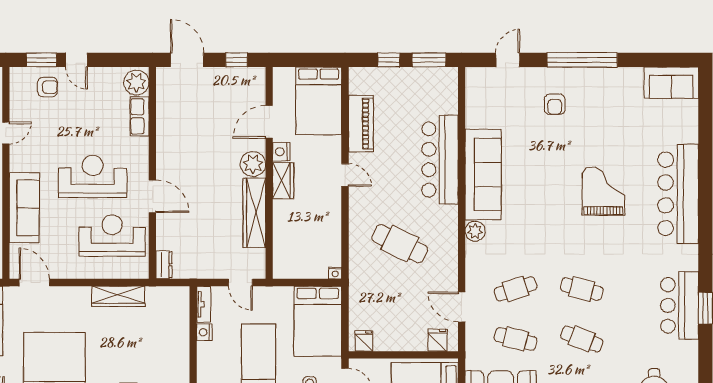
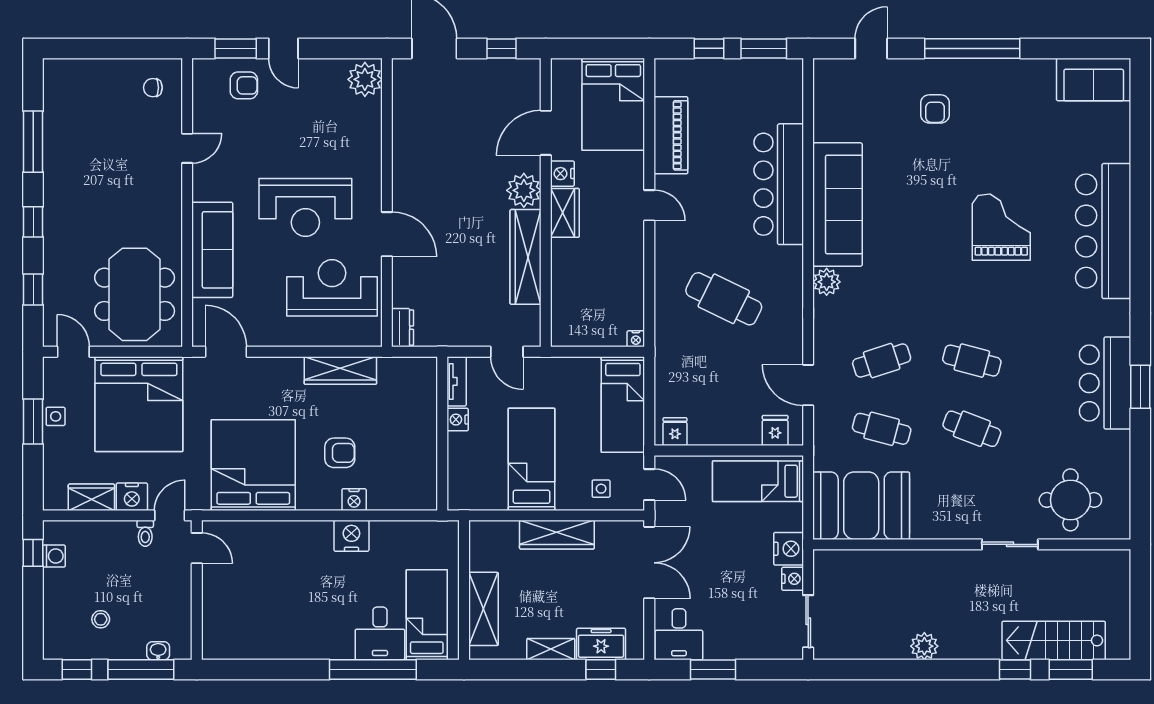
row of seats: (140, 116) -> (369, 125), removed
reception desk: (93, 177) -> (305, 207), turned 180
bed: (318, 321) -> (623, 404), width x0.67
armchair: (118, 357) -> (340, 453), added

